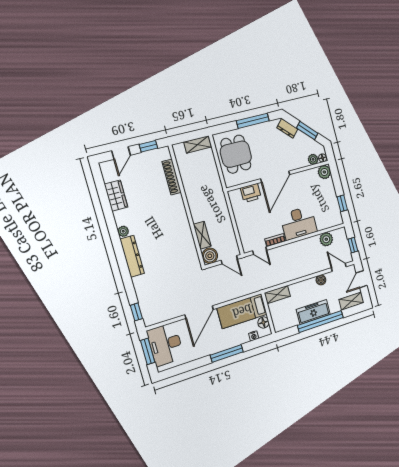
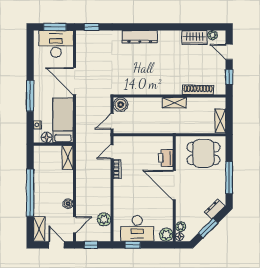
desk: (299, 223) -> (137, 228), moved, turned -90
plant: (123, 231) -> (212, 35), moved
shelving: (202, 235) -> (174, 103), moved
freezer: (313, 312) -> (41, 188), removed

